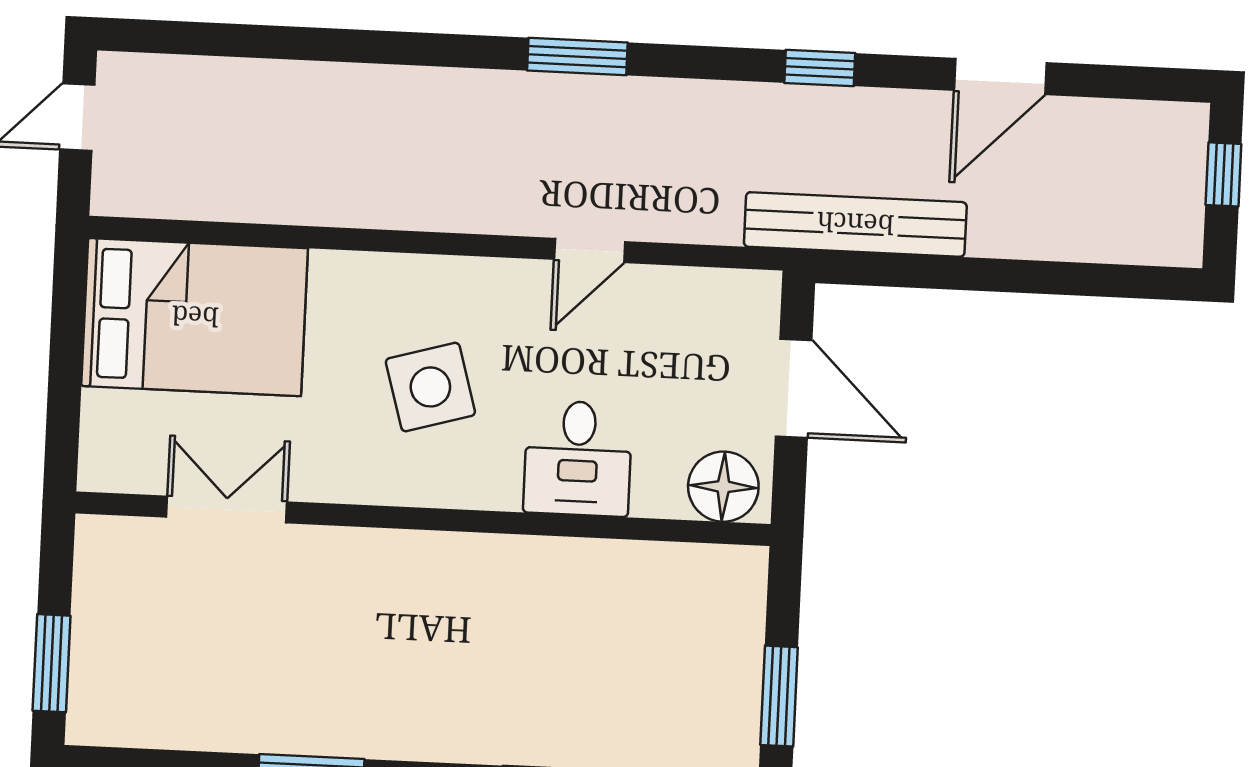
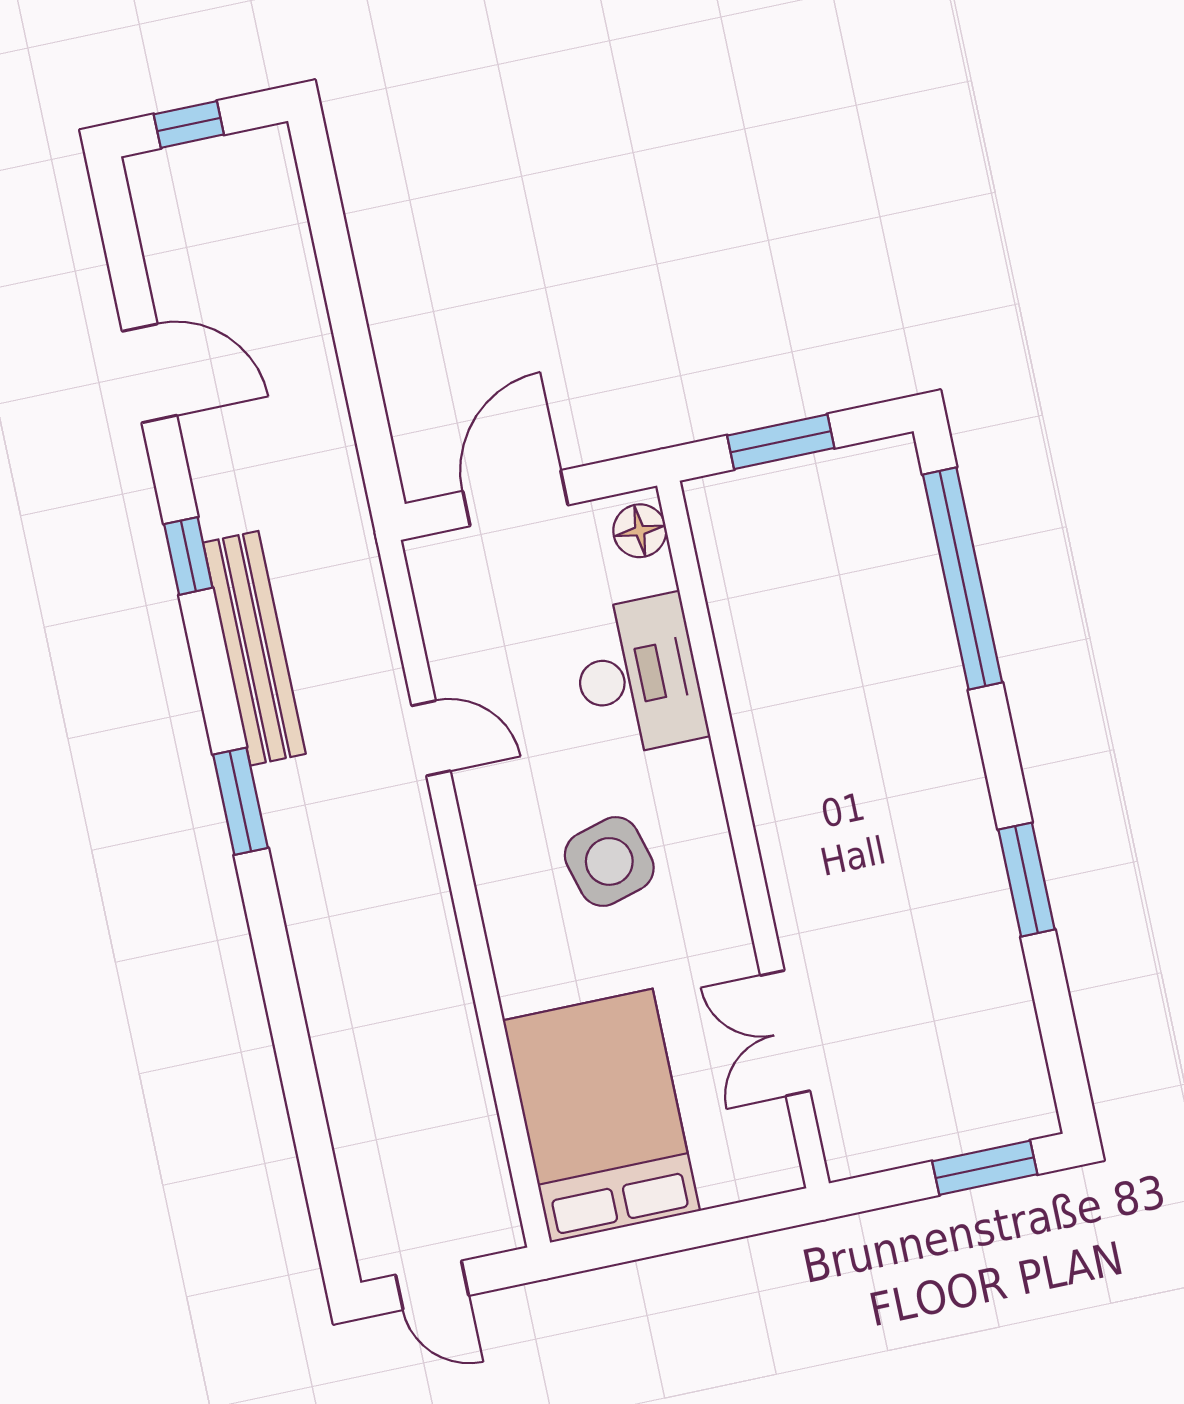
bench: (855, 224) -> (254, 648), moved
desk: (578, 458) -> (638, 676), width x1.37
floor lamp: (723, 487) -> (640, 531), width x0.73, depth x0.73
window: (779, 696) -> (781, 442), moved

